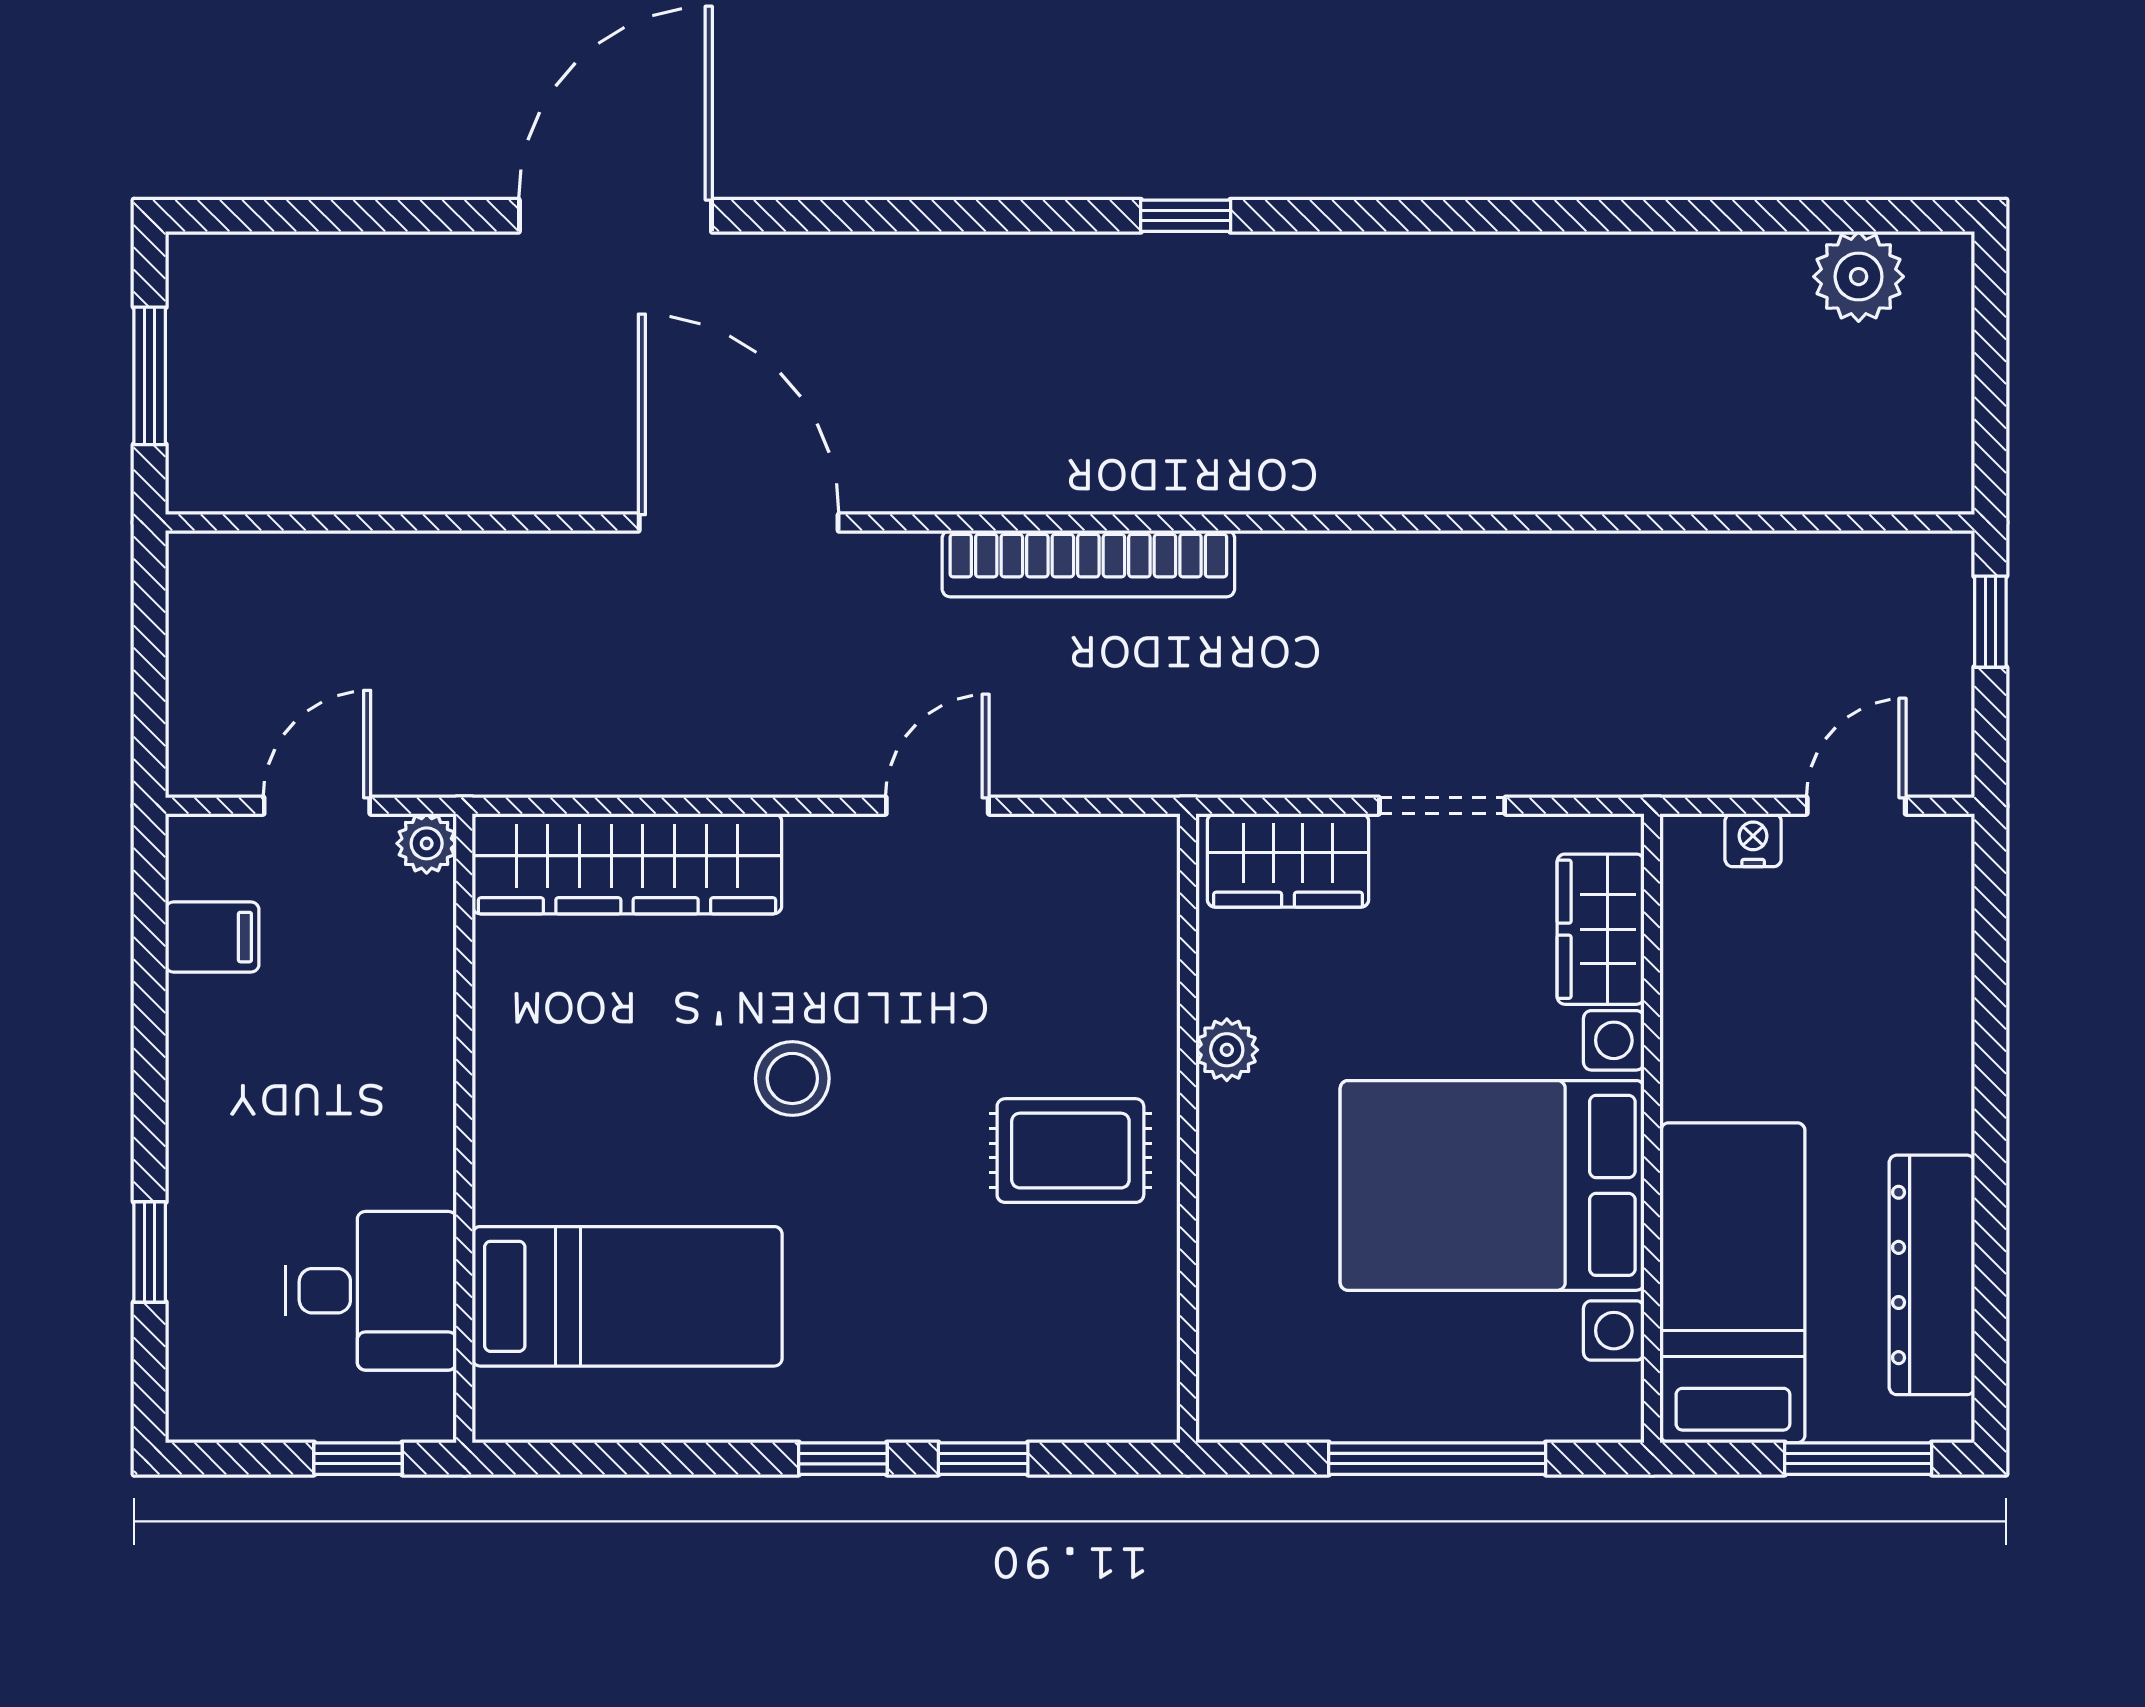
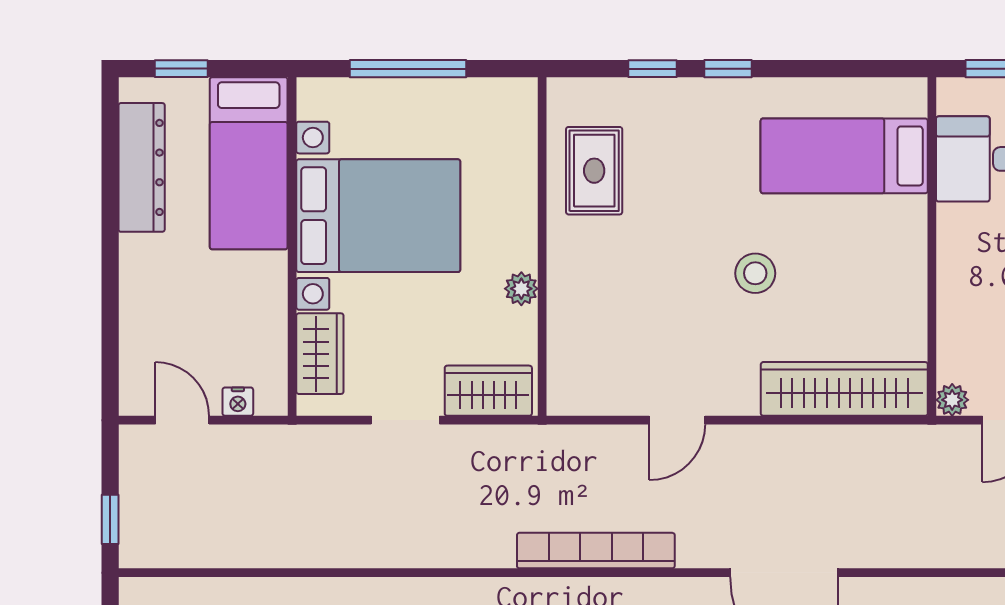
door: (1856, 806) -> (182, 420), swing flipped
rug: (1070, 1151) -> (594, 171), moved, turned 90
window: (1858, 1459) -> (181, 69), width x0.67

